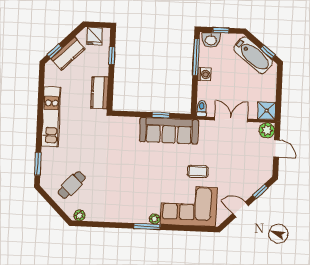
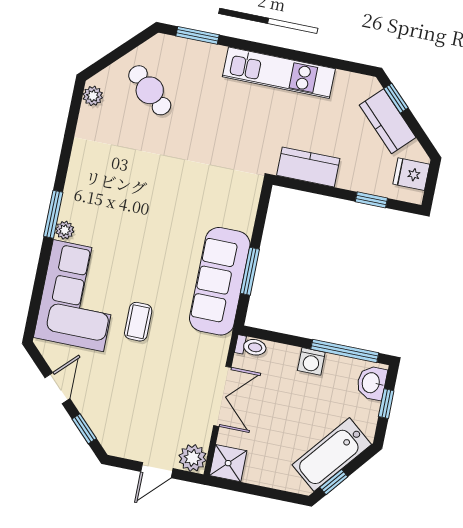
window: (161, 115) -> (250, 271), width x1.50

